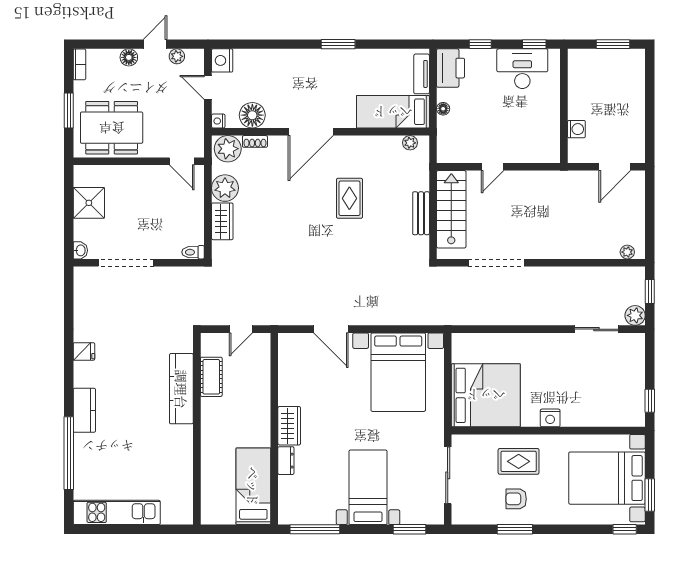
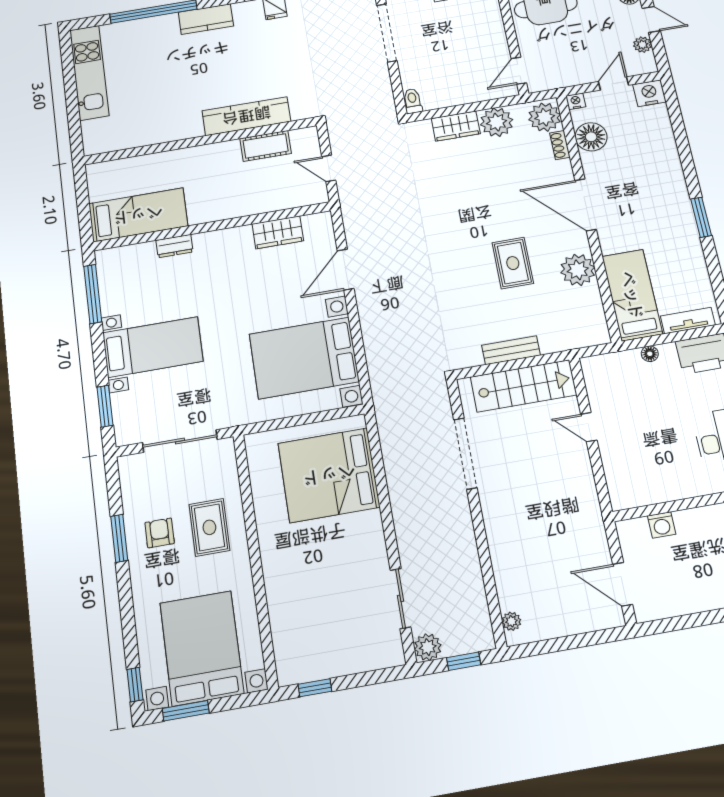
plant: (410, 143) -> (578, 270), moved, width x1.88, depth x1.88
rug: (349, 198) -> (513, 263), turned 90
bed: (486, 395) -> (329, 475), moved, turned 90
nightstand: (550, 418) -> (272, 558), removed
wardrobe: (289, 426) -> (278, 232), moved

